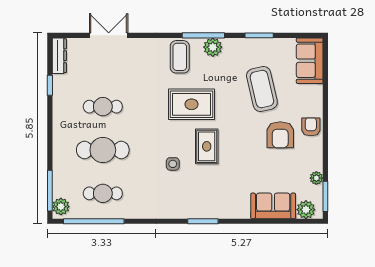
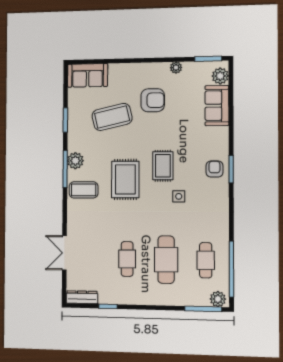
armchair: (311, 127) -> (214, 169), moved, turned 90
rug: (207, 146) -> (163, 166), turned 90
plant: (316, 178) -> (176, 68), moved

